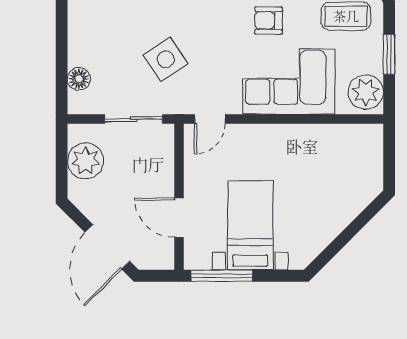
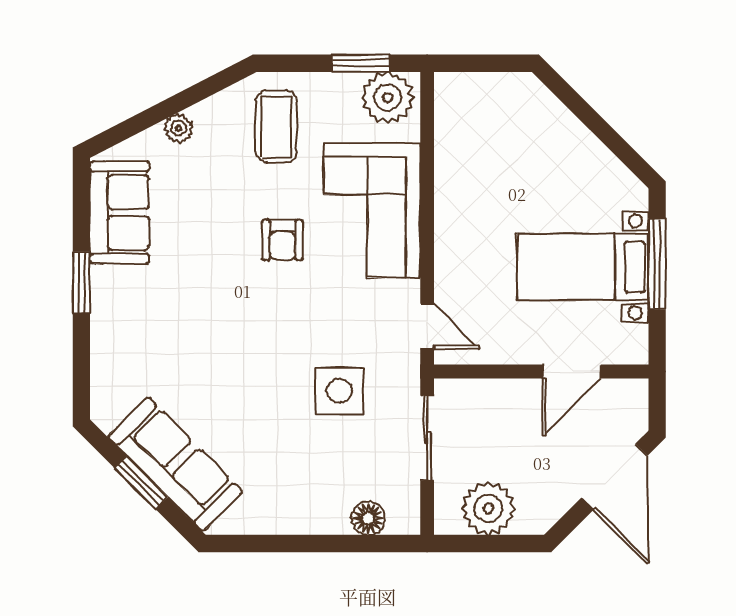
window: (389, 54) -> (361, 63), moved
side table: (166, 59) -> (339, 391), turned 34
door: (107, 247) -> (614, 477), hinge flipped
window: (222, 276) -> (657, 264), moved

